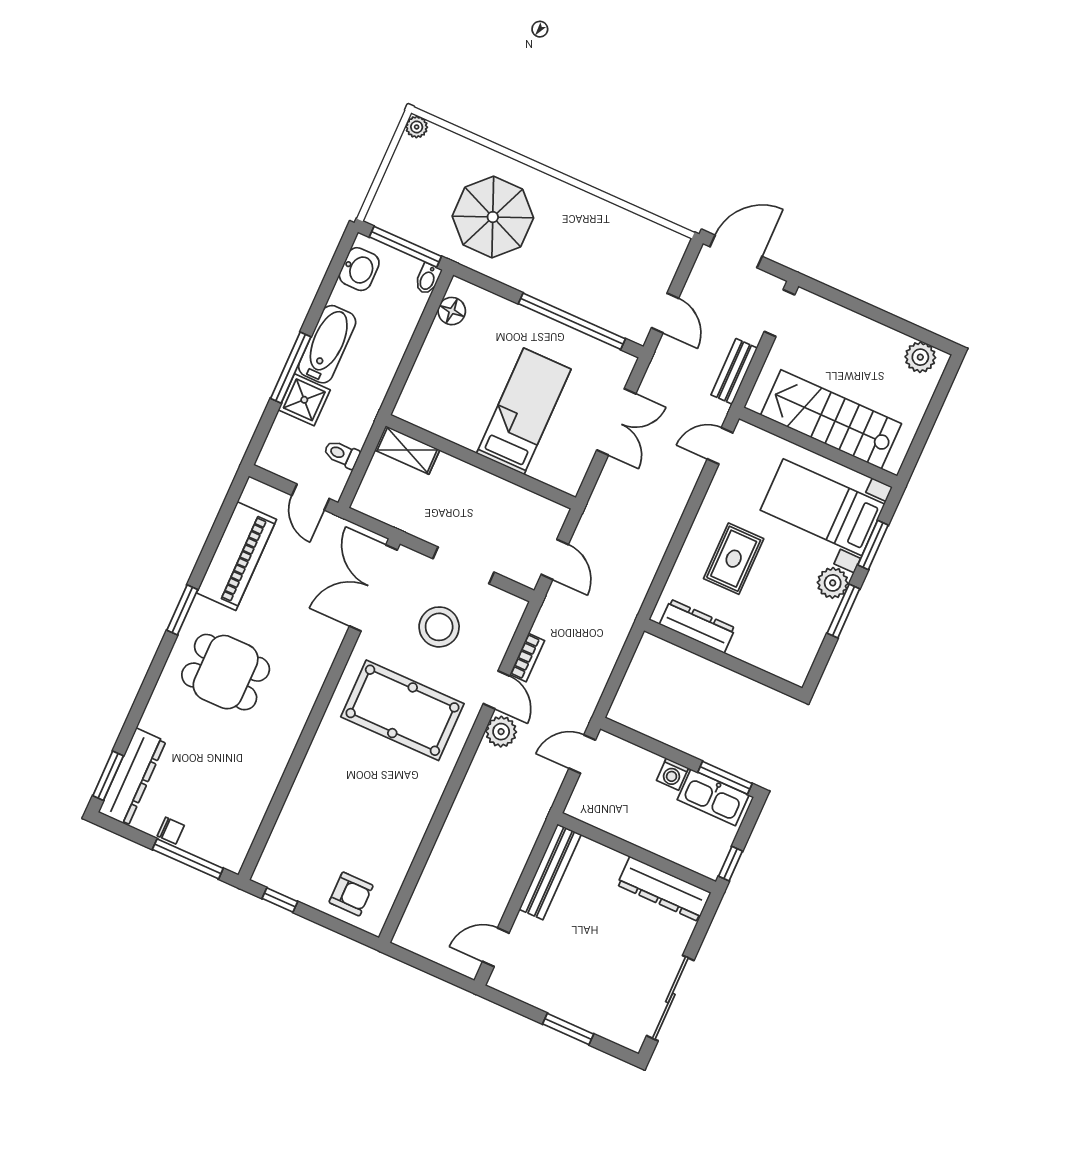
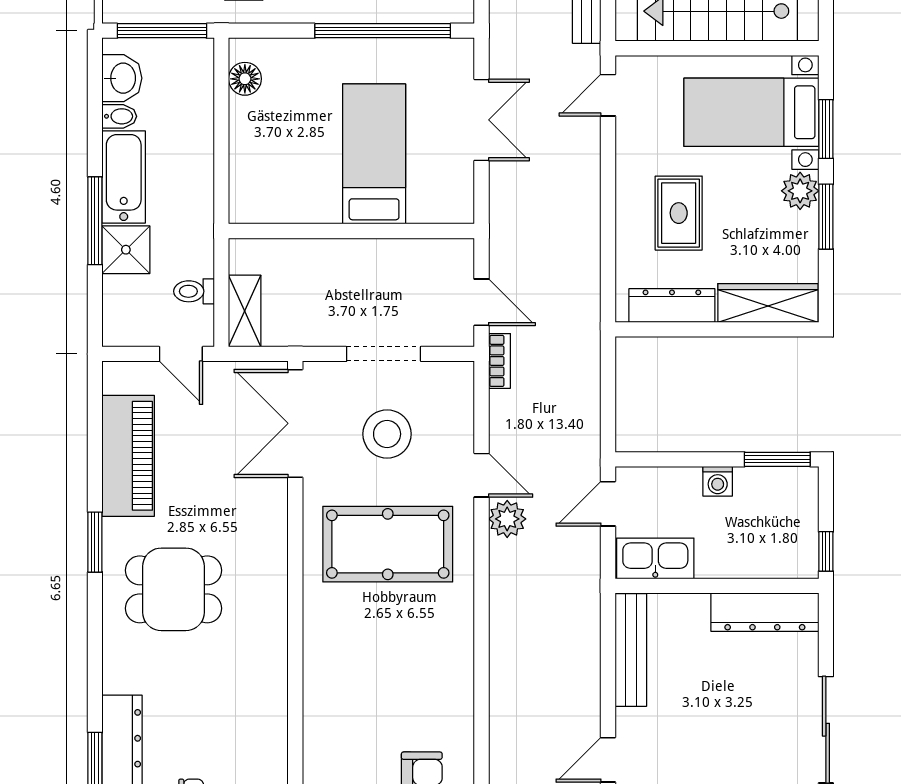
bidet: (428, 279) -> (119, 116), moved, turned -90
shelving: (407, 450) -> (245, 311), moved, turned 90
wardrobe: (771, 657) -> (768, 303), added
bookcase: (527, 658) -> (499, 361), moved
kitchen sink: (713, 797) -> (655, 558), moved, turned 180

